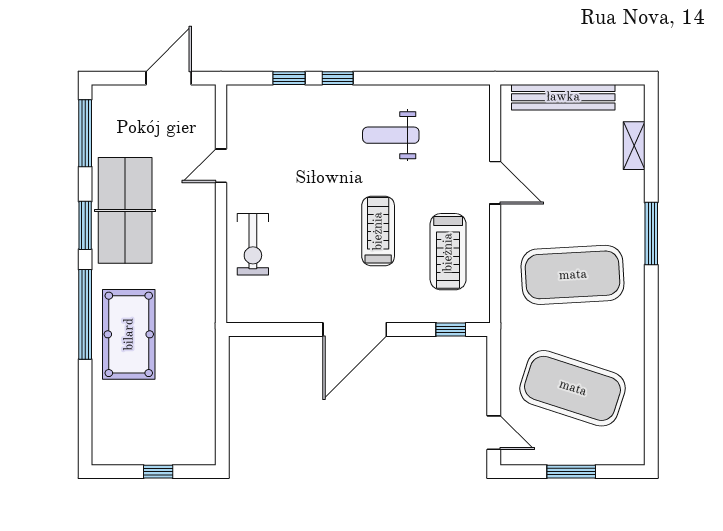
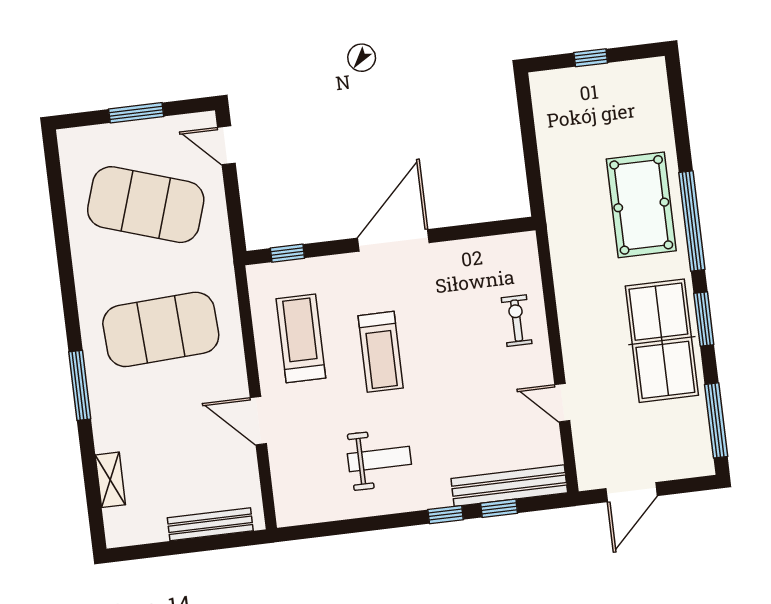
bench: (277, 97) -> (509, 486), added
bench: (563, 97) -> (210, 524), width x0.73, depth x0.82
door: (221, 166) -> (562, 403), swing flipped
exercise bike: (253, 244) -> (517, 321), width x0.73, depth x0.72

